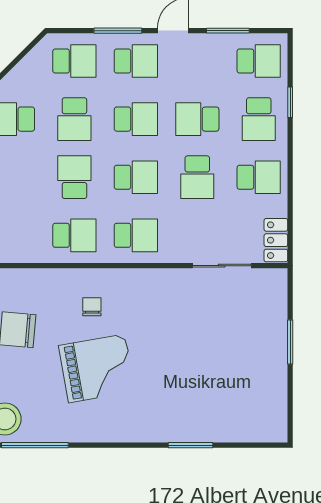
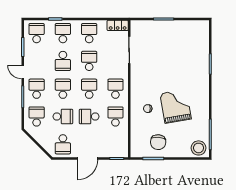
school desk: (259, 119) -> (63, 33), turned -90
school desk: (197, 177) -> (89, 61), turned -90

